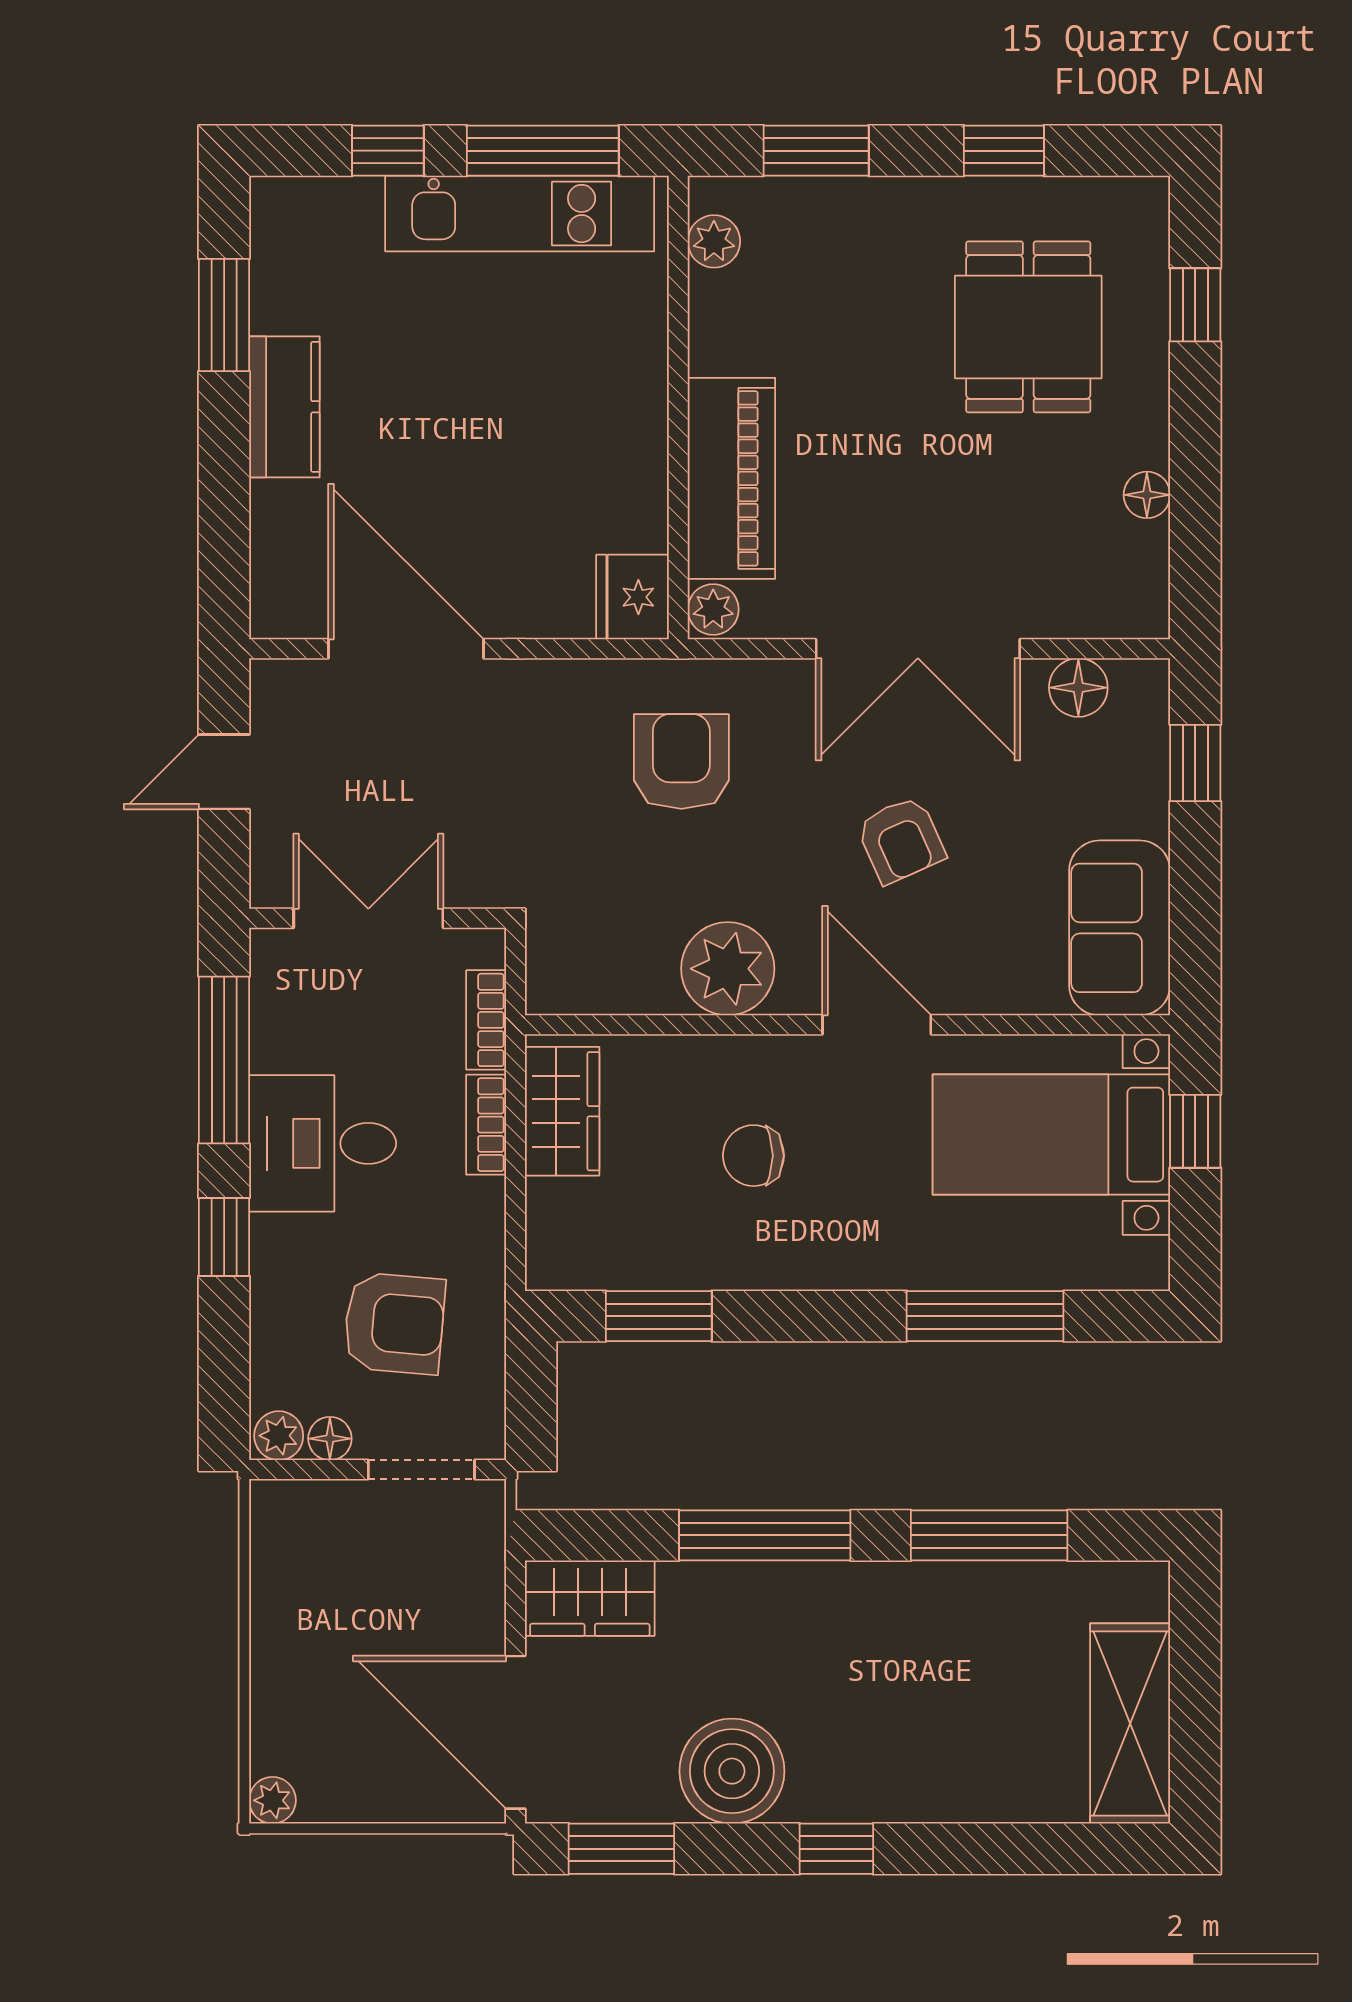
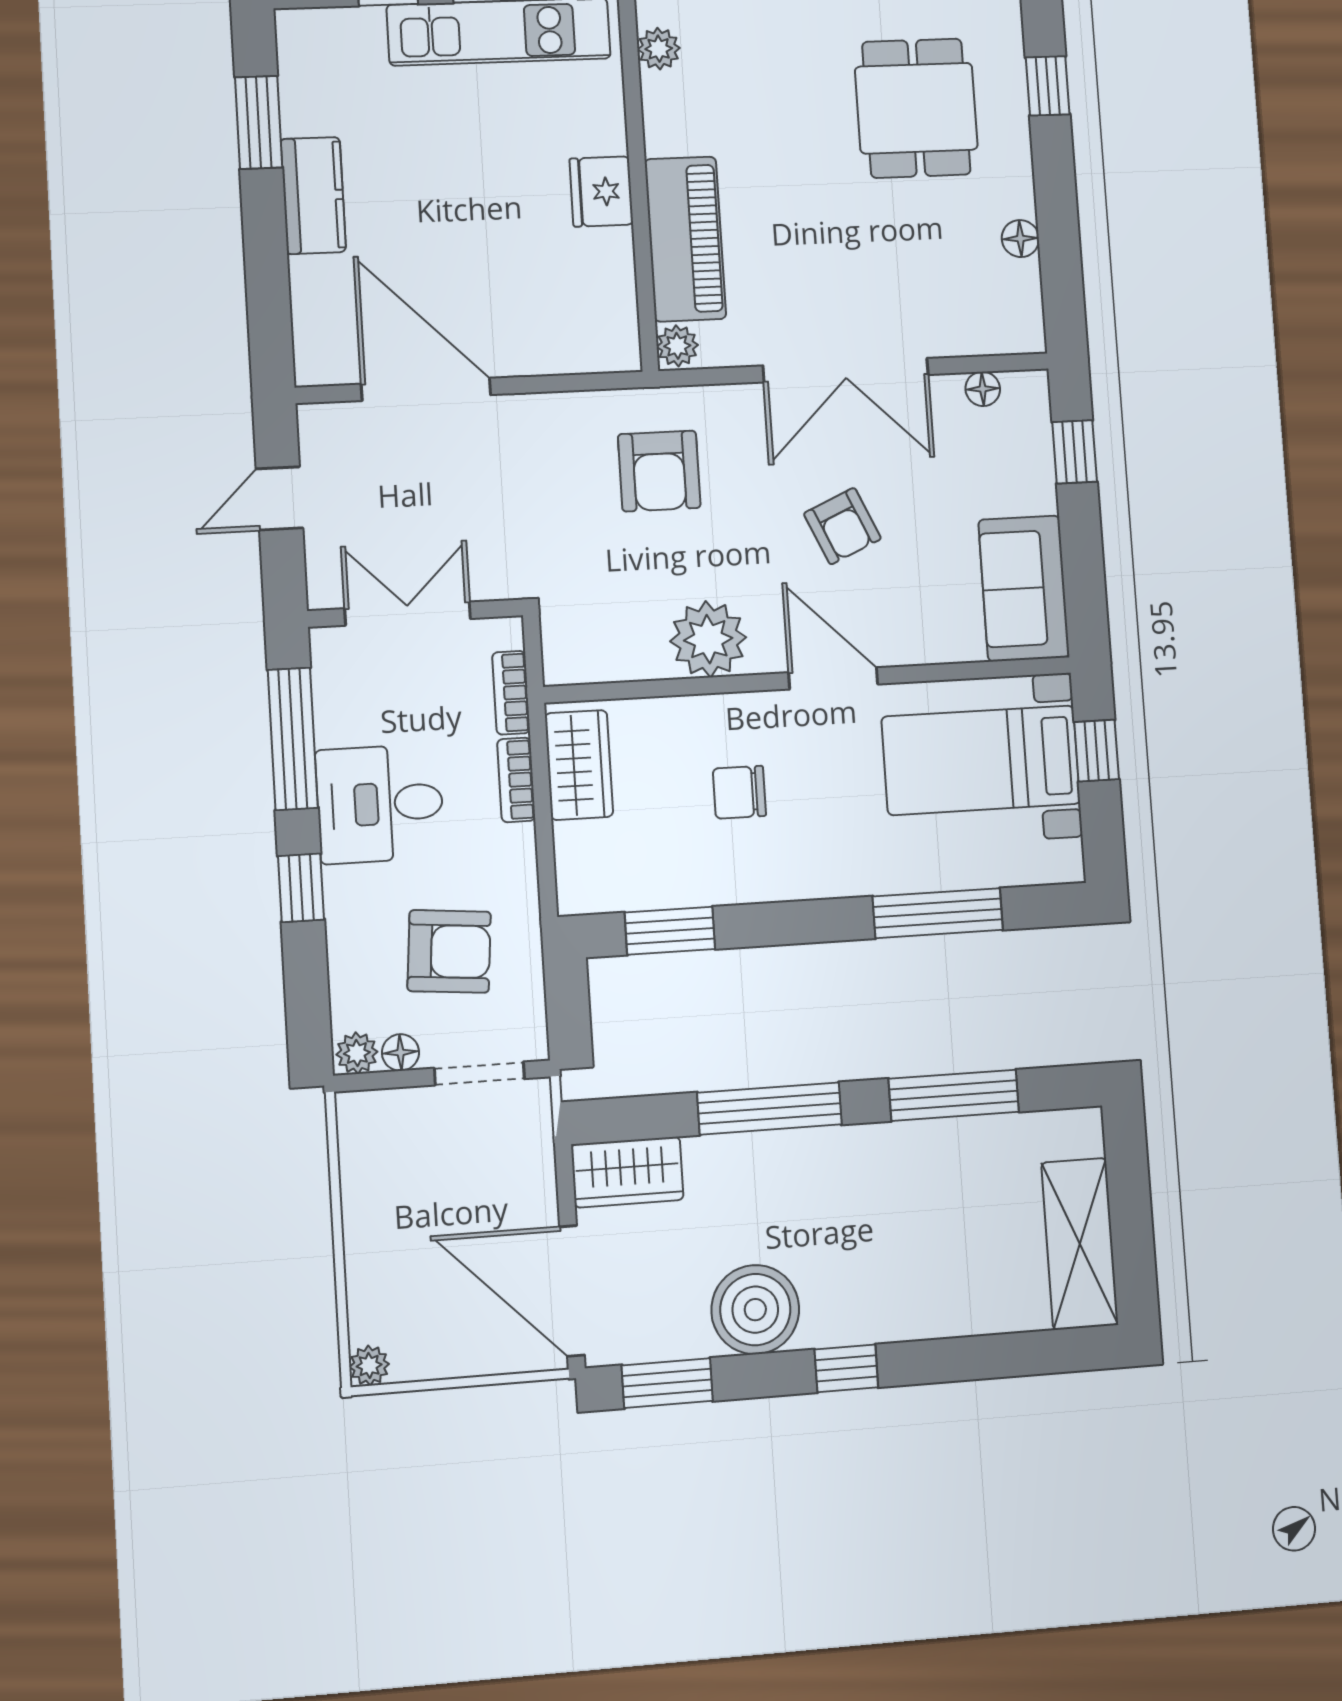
fridge: (633, 597) -> (601, 192), moved
floor lamp: (1078, 688) -> (983, 389), width x0.73, depth x0.73
armchair: (681, 761) -> (659, 471), turned 180

